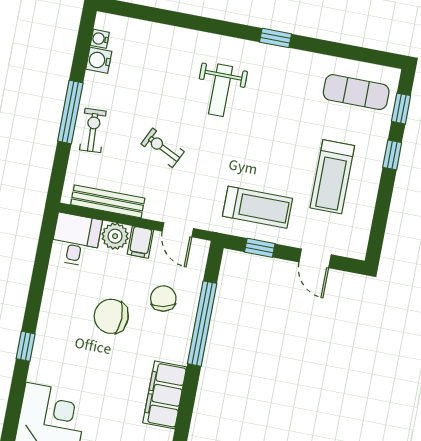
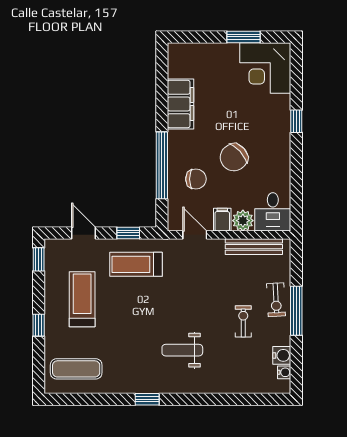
weight bench: (221, 90) -> (182, 350), turned -90
window: (401, 109) -> (39, 259), moved
exercise bike: (163, 148) -> (243, 321), moved, turned -116
chair: (163, 299) -> (196, 179), turned -78
chair: (111, 316) -> (234, 157), turned 138

